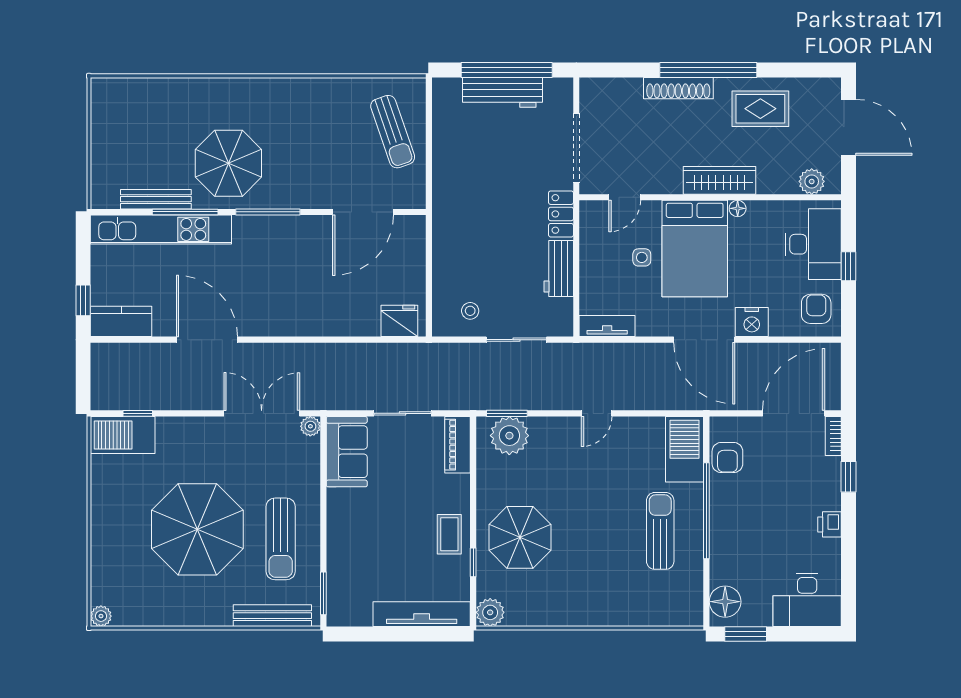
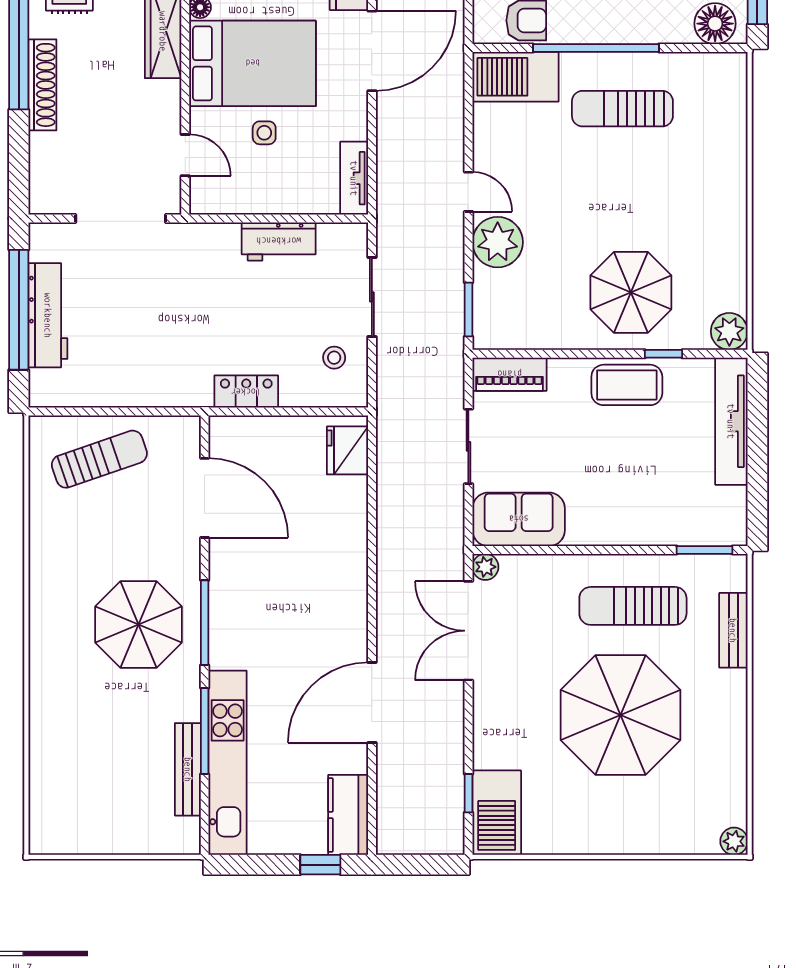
parasol: (228, 163) -> (138, 625), moved
locker: (561, 214) -> (246, 392), moved, turned 180
plant: (509, 436) -> (498, 242), moved
coffee table: (449, 534) -> (627, 385), width x1.36, depth x1.30
sun lounger: (281, 539) -> (633, 606), turned 180
bench: (272, 616) -> (733, 630), width x0.73

